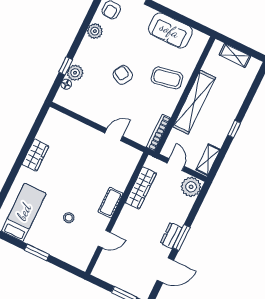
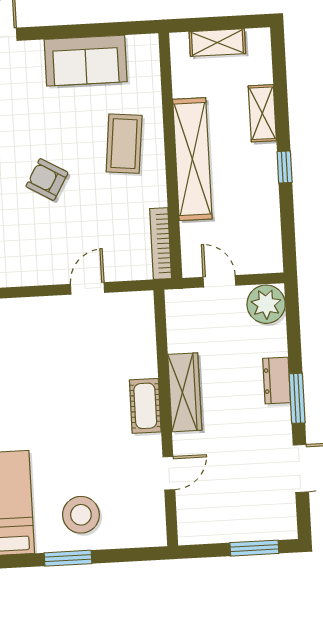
coffee table: (167, 78) -> (124, 144), turned -73
shelving: (208, 160) -> (262, 113), moved
wardrobe: (141, 188) -> (185, 392), moved
stool: (69, 218) -> (81, 515), moved, width x1.89, depth x1.89
dresser: (171, 235) -> (277, 381), moved

